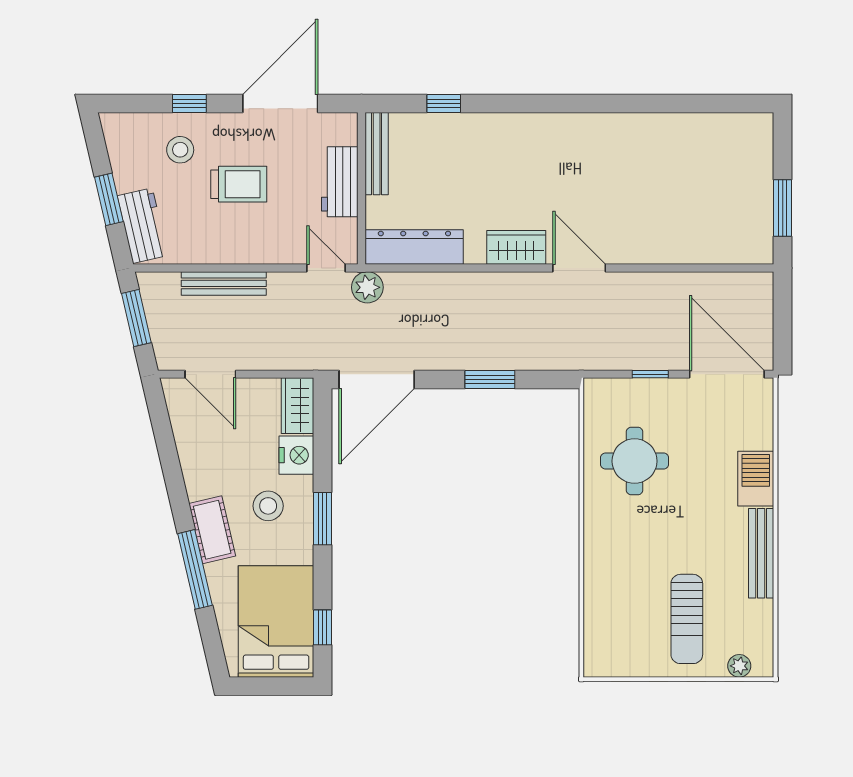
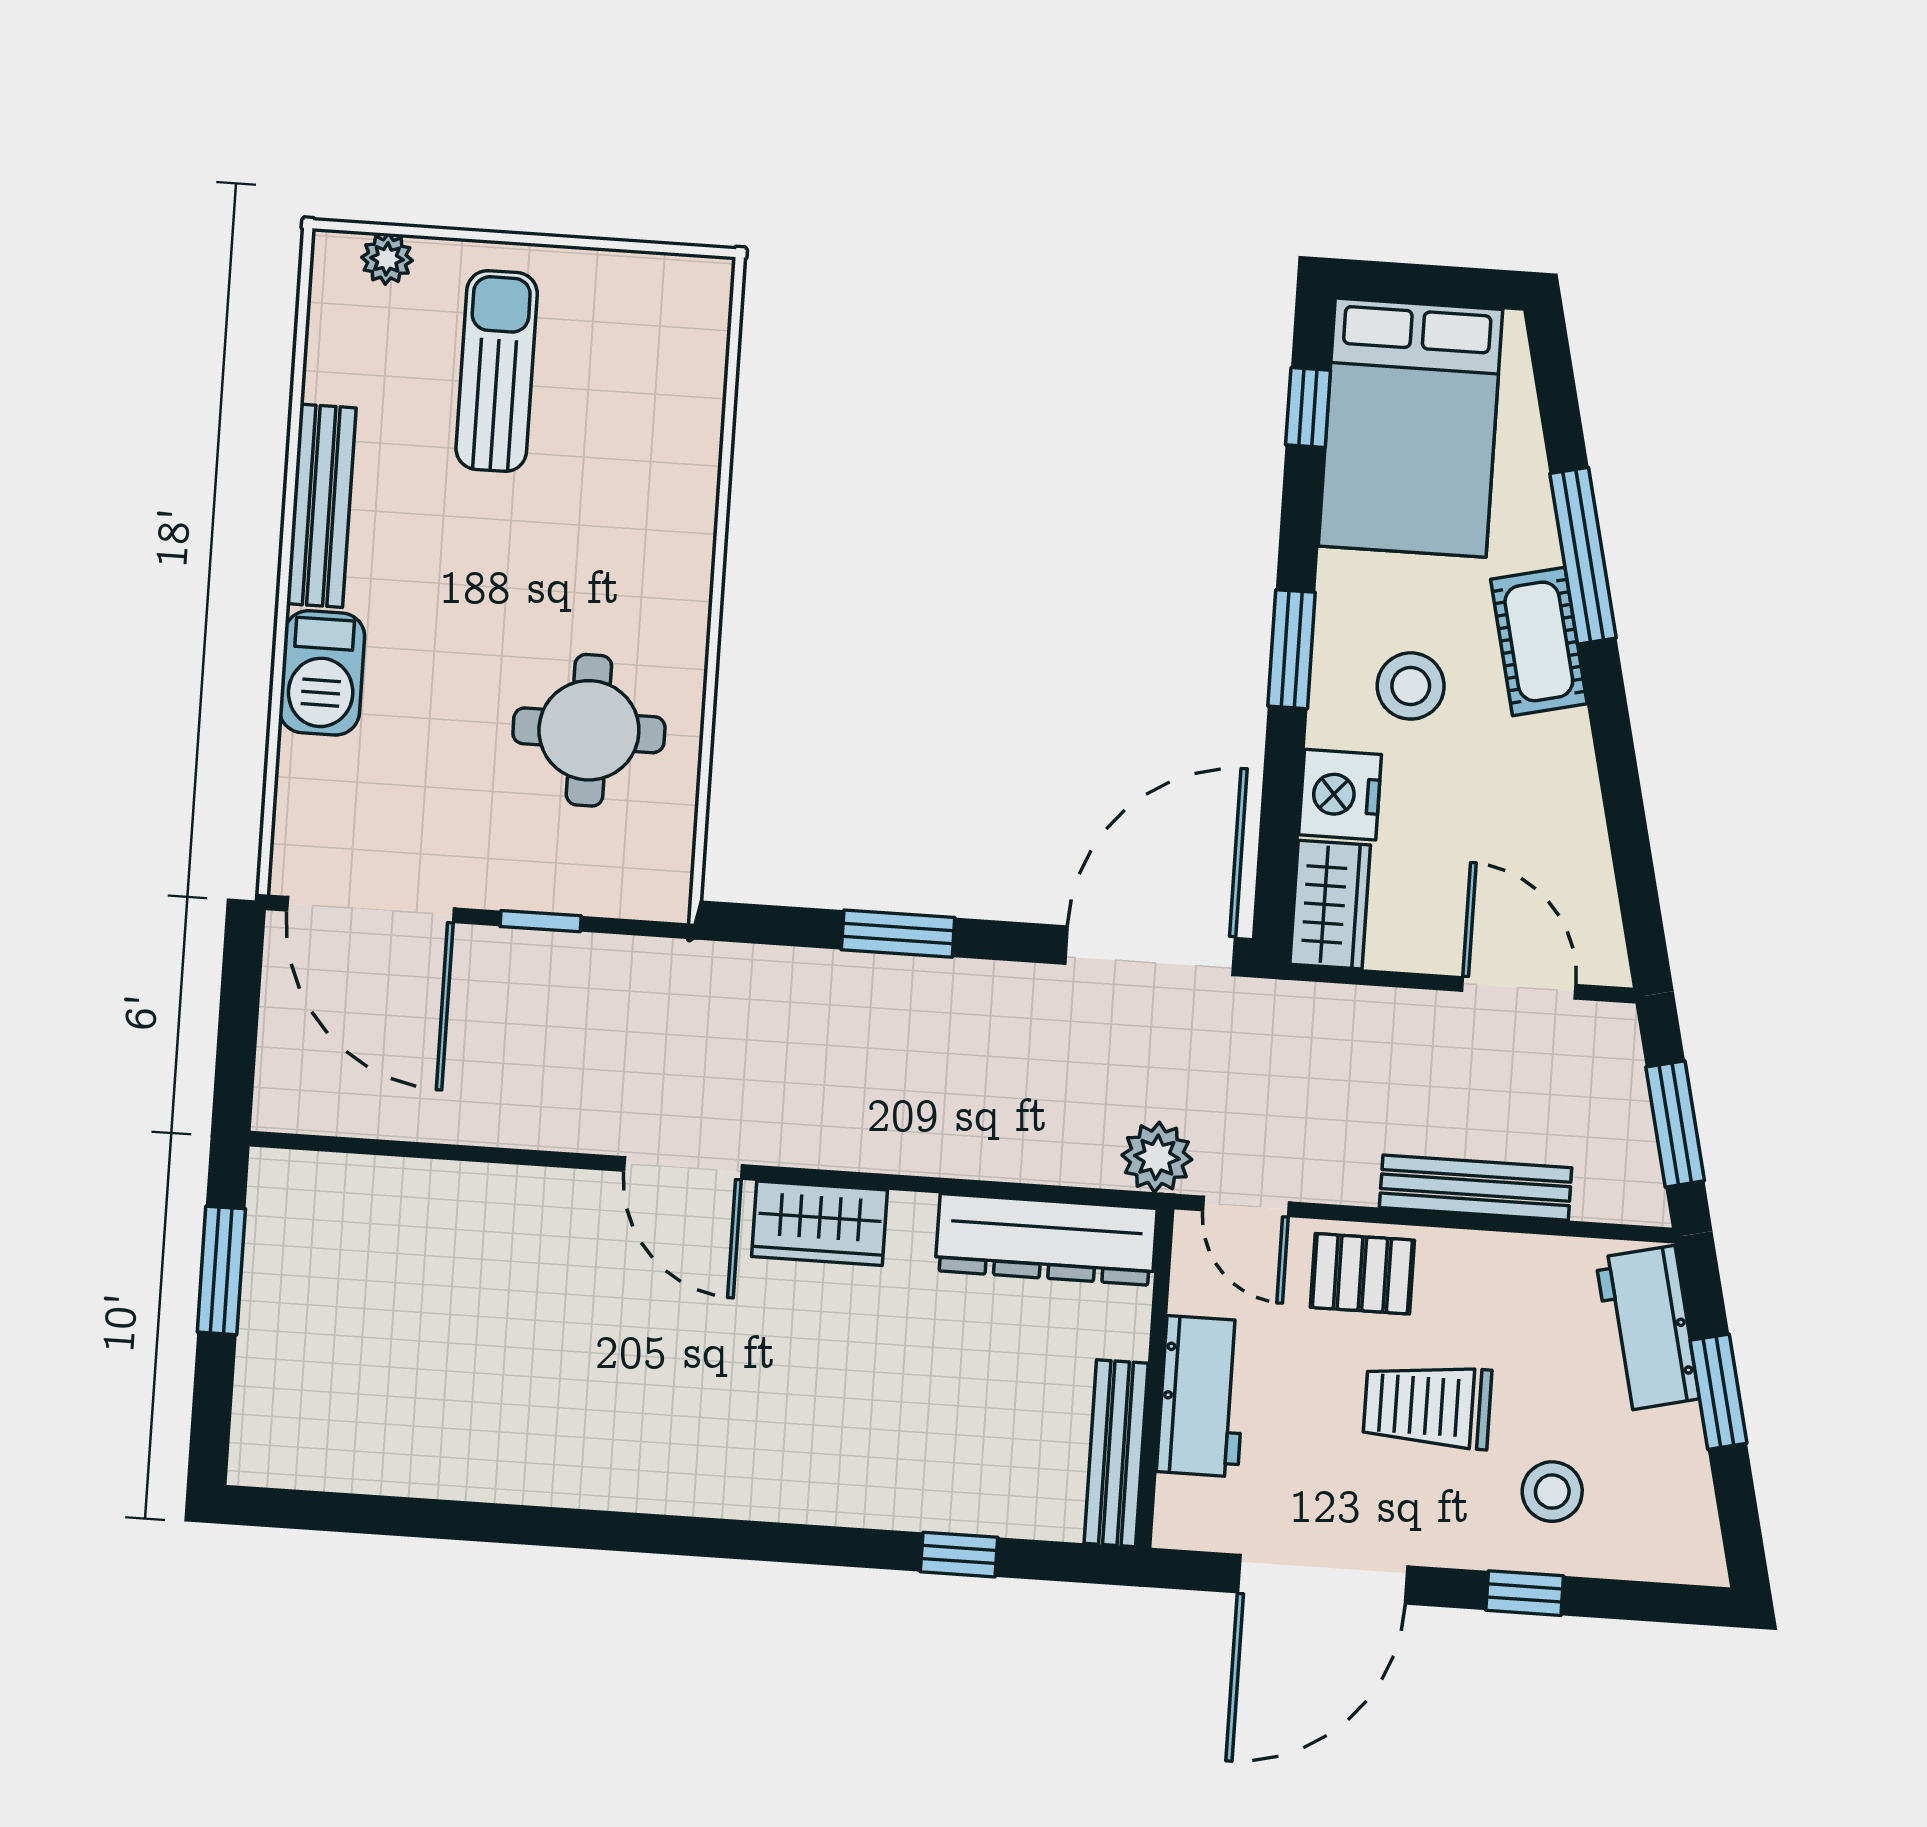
pallet: (272, 241) -> (1362, 1274), added

